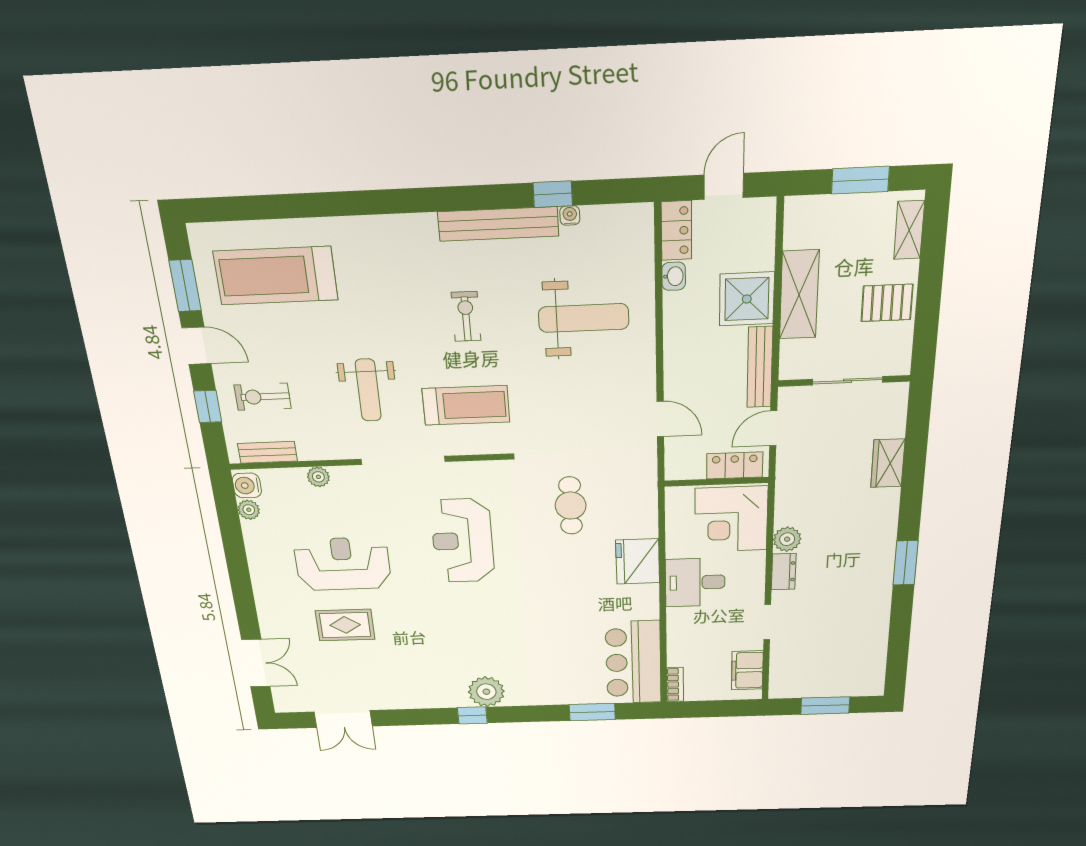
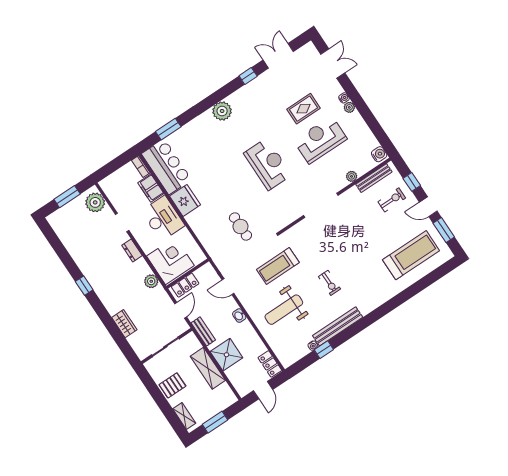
washbasin: (674, 276) -> (239, 316), moved
bench: (760, 367) -> (203, 331), width x0.73
weight bench: (368, 390) -> (351, 228), removed
treadmill: (466, 405) -> (278, 266), moved
bench: (267, 452) -> (374, 178), width x1.36
plant: (249, 510) -> (349, 107), moved
plant: (787, 539) -> (151, 281), moved
reception desk: (462, 541) -> (268, 164), moved
fridge: (638, 561) -> (185, 200), moved
window: (906, 563) -> (84, 286), width x0.67
reception desk: (343, 564) -> (320, 140), turned 180
desk: (695, 582) -> (163, 218), width x1.37
water cooler: (264, 605) -> (344, 98), added
double door: (256, 663) -> (333, 63), swing flipped
filing cabinet: (747, 670) -> (151, 188), moved, turned 180
plant: (788, 674) -> (95, 202), added
window: (472, 715) -> (248, 76), moved

